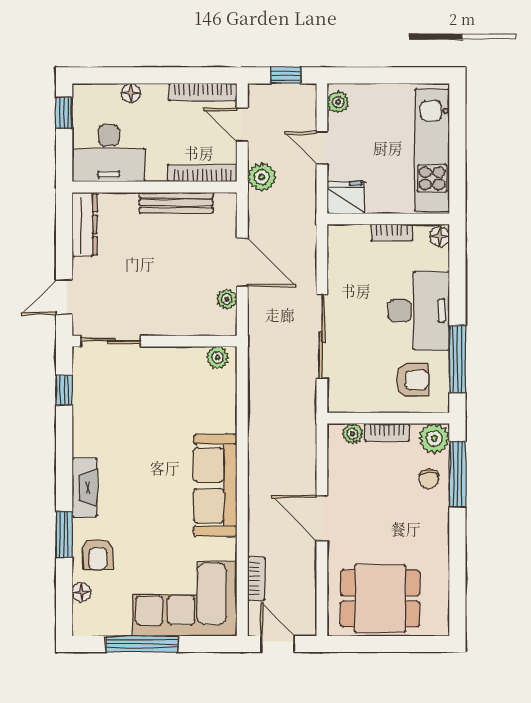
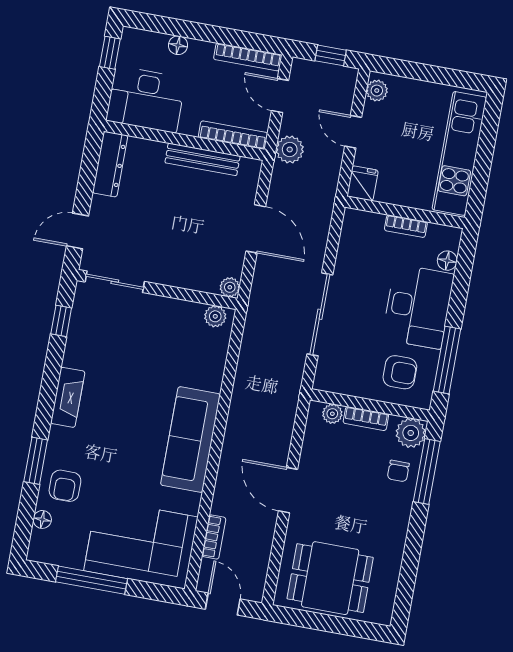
fridge: (346, 198) -> (362, 183), width x0.72
floor lamp: (440, 236) -> (447, 261), moved
plant: (227, 299) -> (230, 287), moved
fireplace: (85, 488) -> (68, 397), moved

